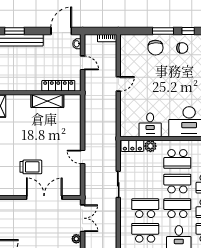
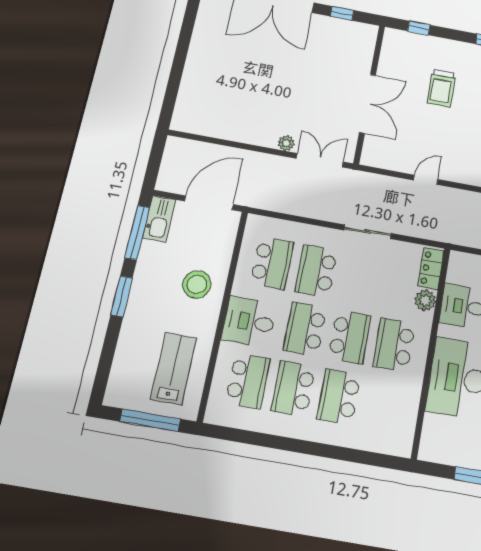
trolley: (31, 167) -> (441, 88), moved
school desk: (145, 208) -> (316, 271), turned 180
school desk: (177, 208) -> (305, 329), turned 180
double door: (83, 218) -> (320, 160), swing flipped

